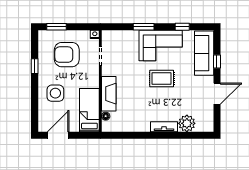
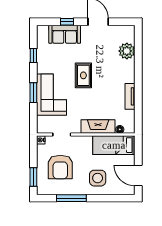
corner sofa: (161, 46) -> (52, 95), moved
sofa: (204, 53) -> (65, 34), width x0.73
window: (35, 66) -> (71, 198), width x2.17
tv unit: (164, 127) -> (130, 96), moved

